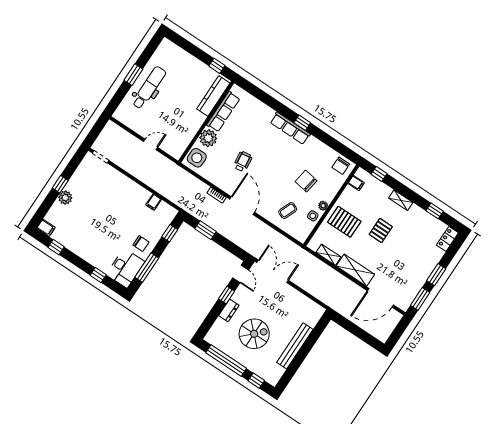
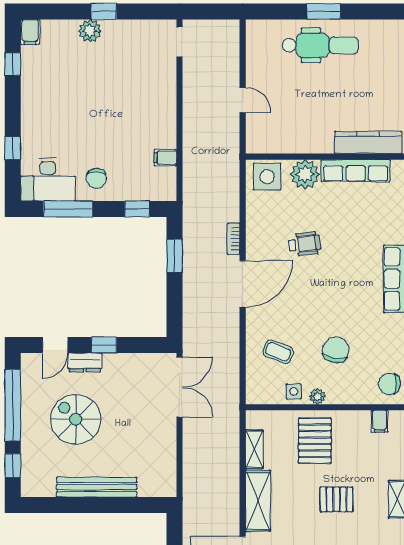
door: (241, 274) -> (55, 345), moved
spiral stairs: (254, 334) -> (76, 419), turned 180

